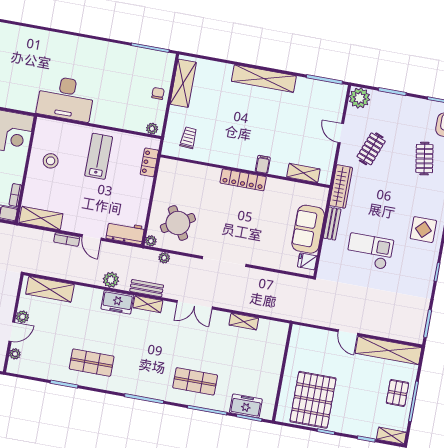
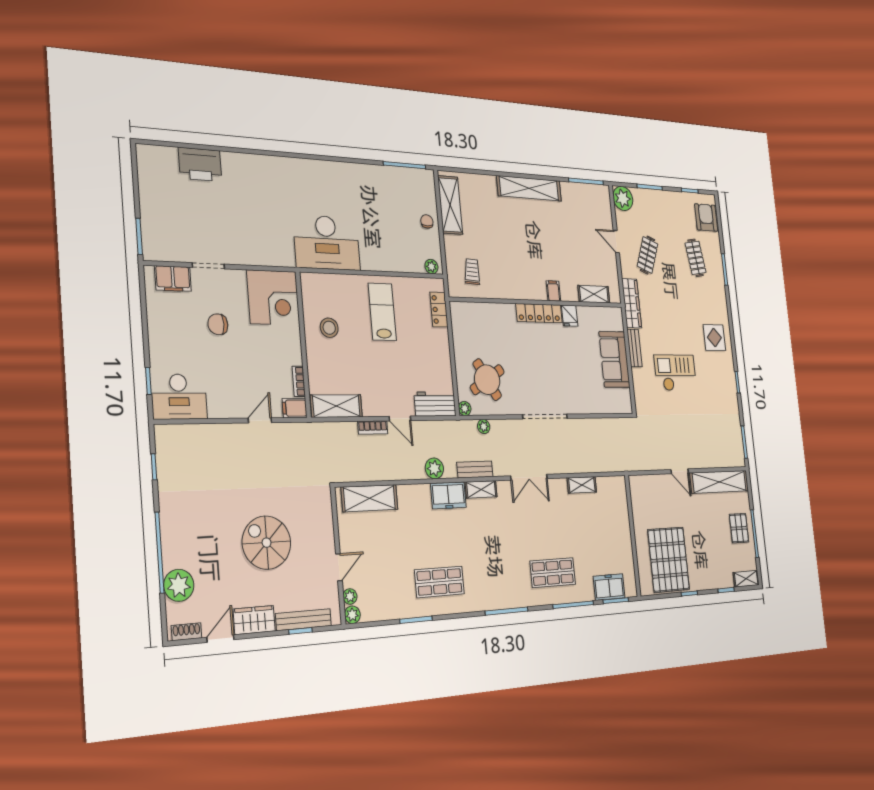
fridge: (307, 261) -> (570, 316), moved, turned -90
plant: (22, 317) -> (352, 615), moved

